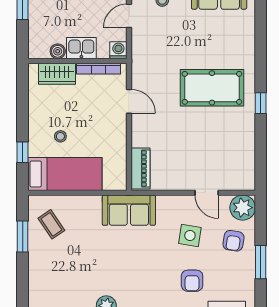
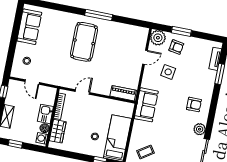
washing machine: (118, 50) -> (42, 138), moved
window: (261, 103) -> (99, 15), width x2.17
window: (261, 262) -> (181, 31), moved
armchair: (192, 281) -> (194, 105), moved

